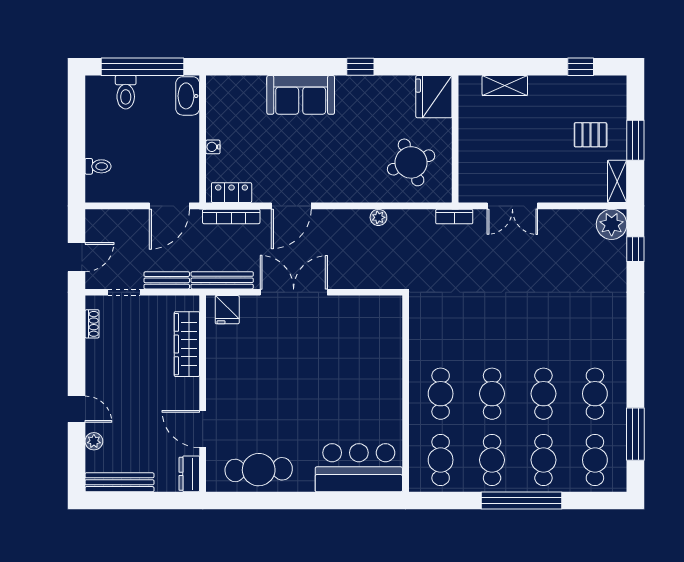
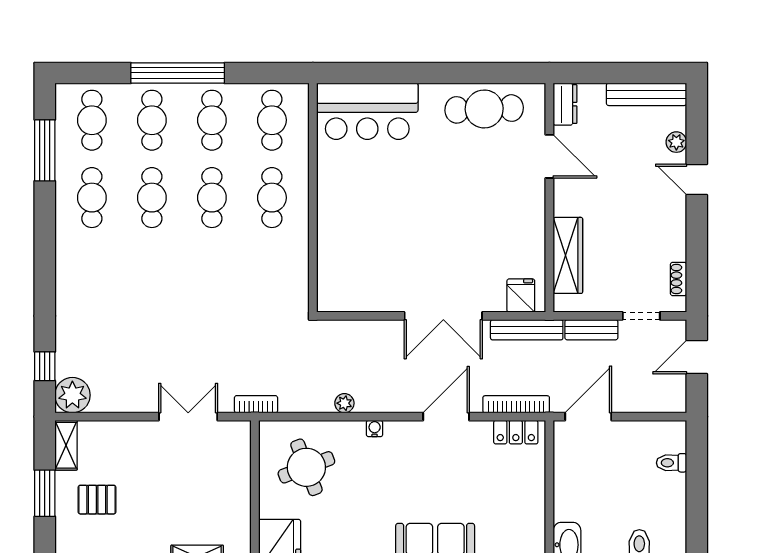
water cooler: (213, 147) -> (375, 429), moved, turned -90

